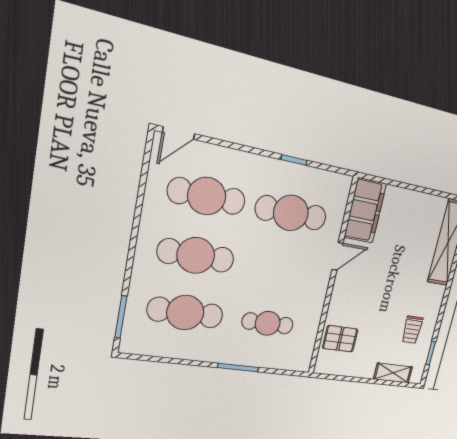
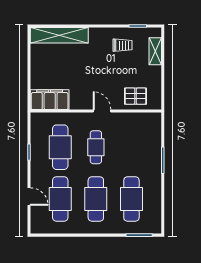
door: (179, 133) -> (29, 197), moved
door: (338, 256) -> (102, 111), moved
cafe table: (268, 323) -> (96, 147), moved
pallet: (340, 339) -> (135, 96), turned 90

